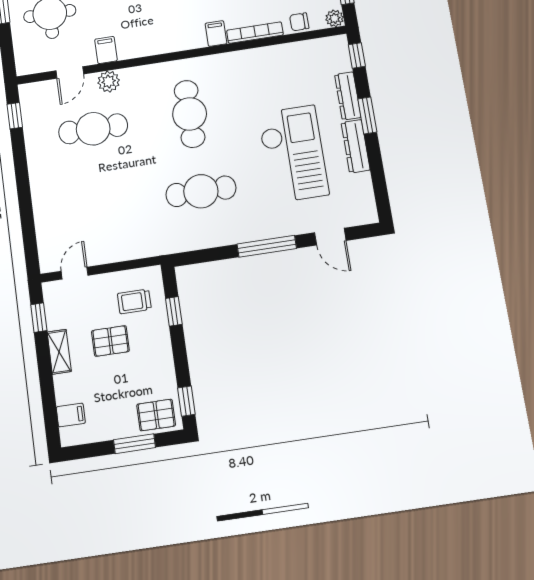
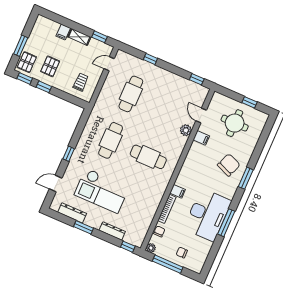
window: (367, 115) -> (84, 227), moved
cafe table: (93, 129) -> (131, 94), moved
dresser: (356, 146) -> (72, 213), moved
window: (26, 210) -> (150, 59), added
window: (267, 246) -> (69, 154), width x0.46
door: (75, 273) -> (109, 64), swing flipped
window: (174, 311) -> (44, 87), moved
pallet: (110, 341) -> (50, 66), moved
filing cabinet: (71, 415) -> (63, 32), moved

